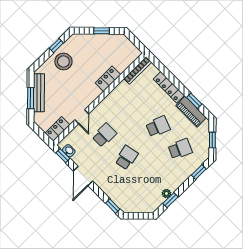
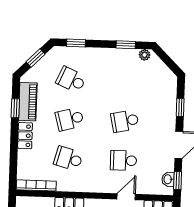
locker: (169, 87) -> (25, 136), width x0.66
school desk: (136, 104) -> (68, 159), added
school desk: (158, 126) -> (70, 119), turned -36
plant: (166, 194) -> (144, 55), moved
window: (113, 206) -> (180, 107), moved

